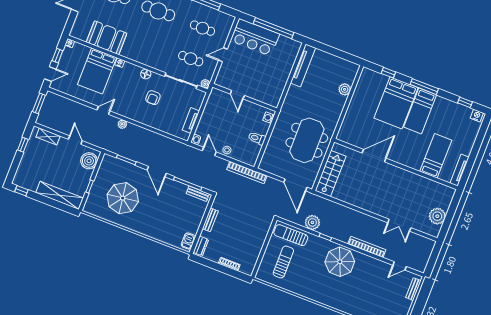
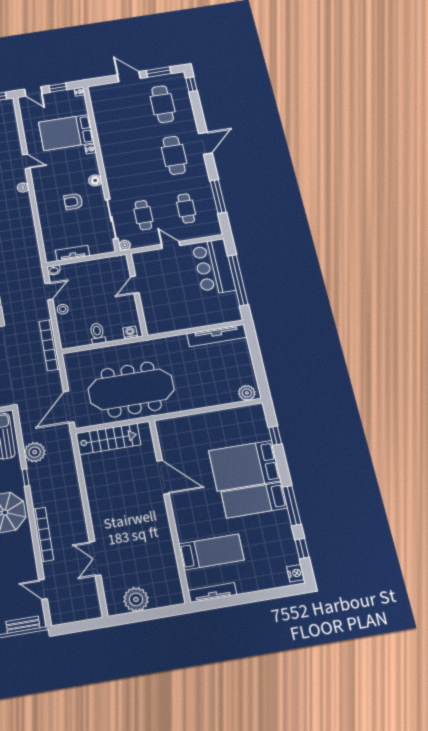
booth: (107, 38) -> (110, 122), removed
window: (424, 87) -> (292, 506), moved
plant: (345, 89) -> (247, 393), moved
meeting table: (307, 140) -> (131, 389), width x1.36

